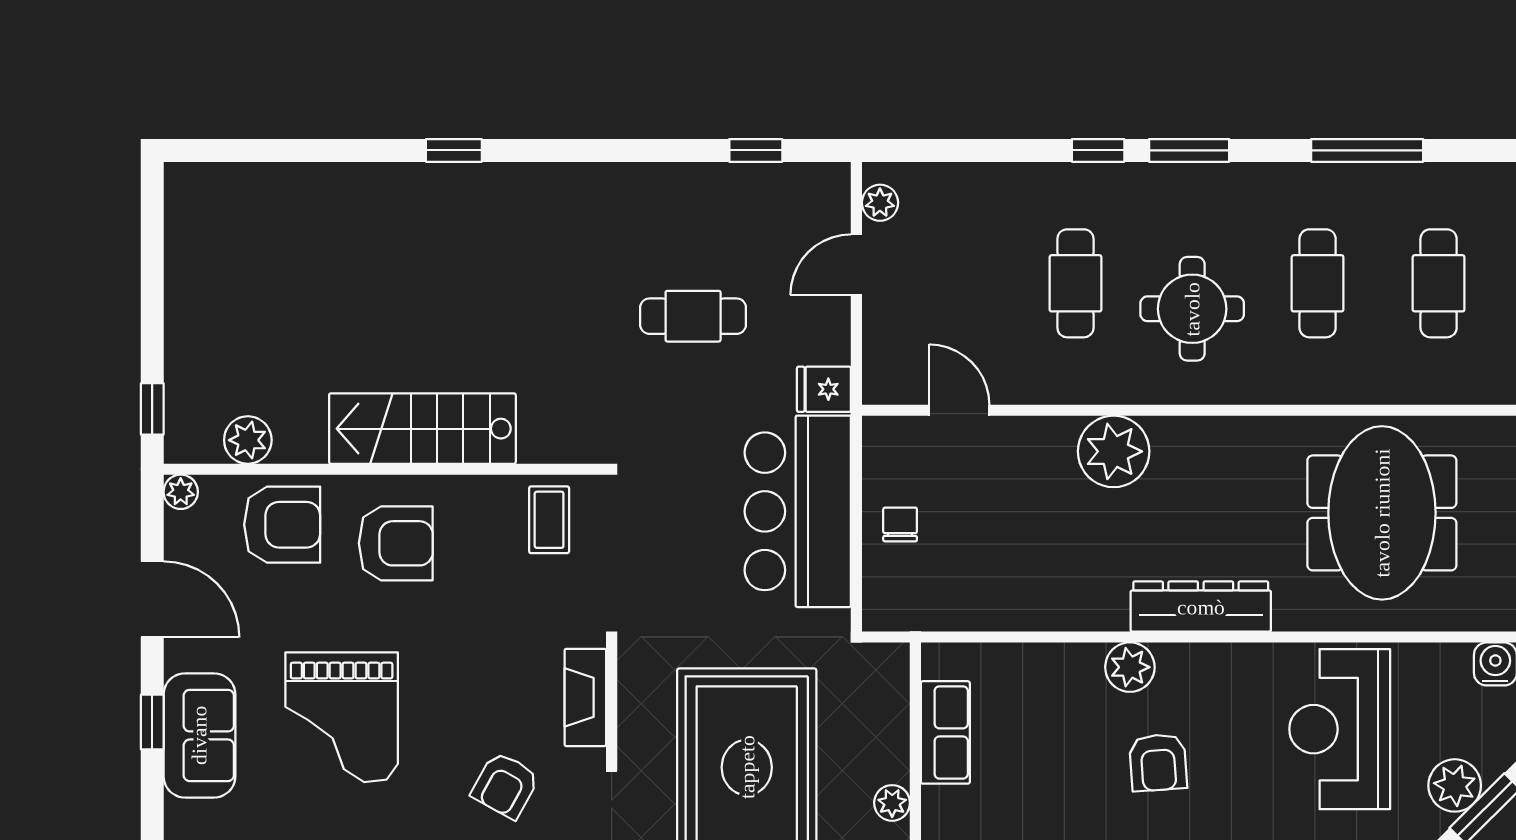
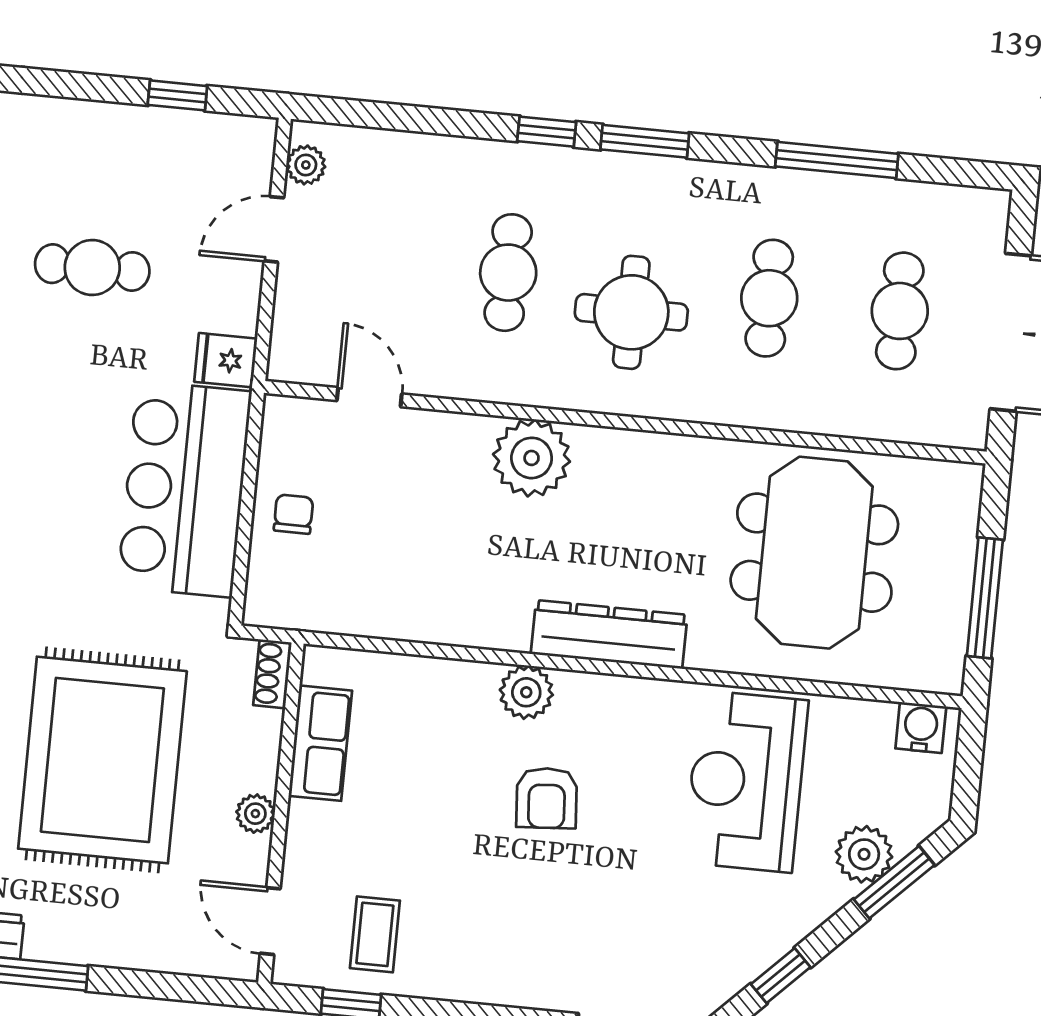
shoe rack: (895, 673) -> (272, 674), added

